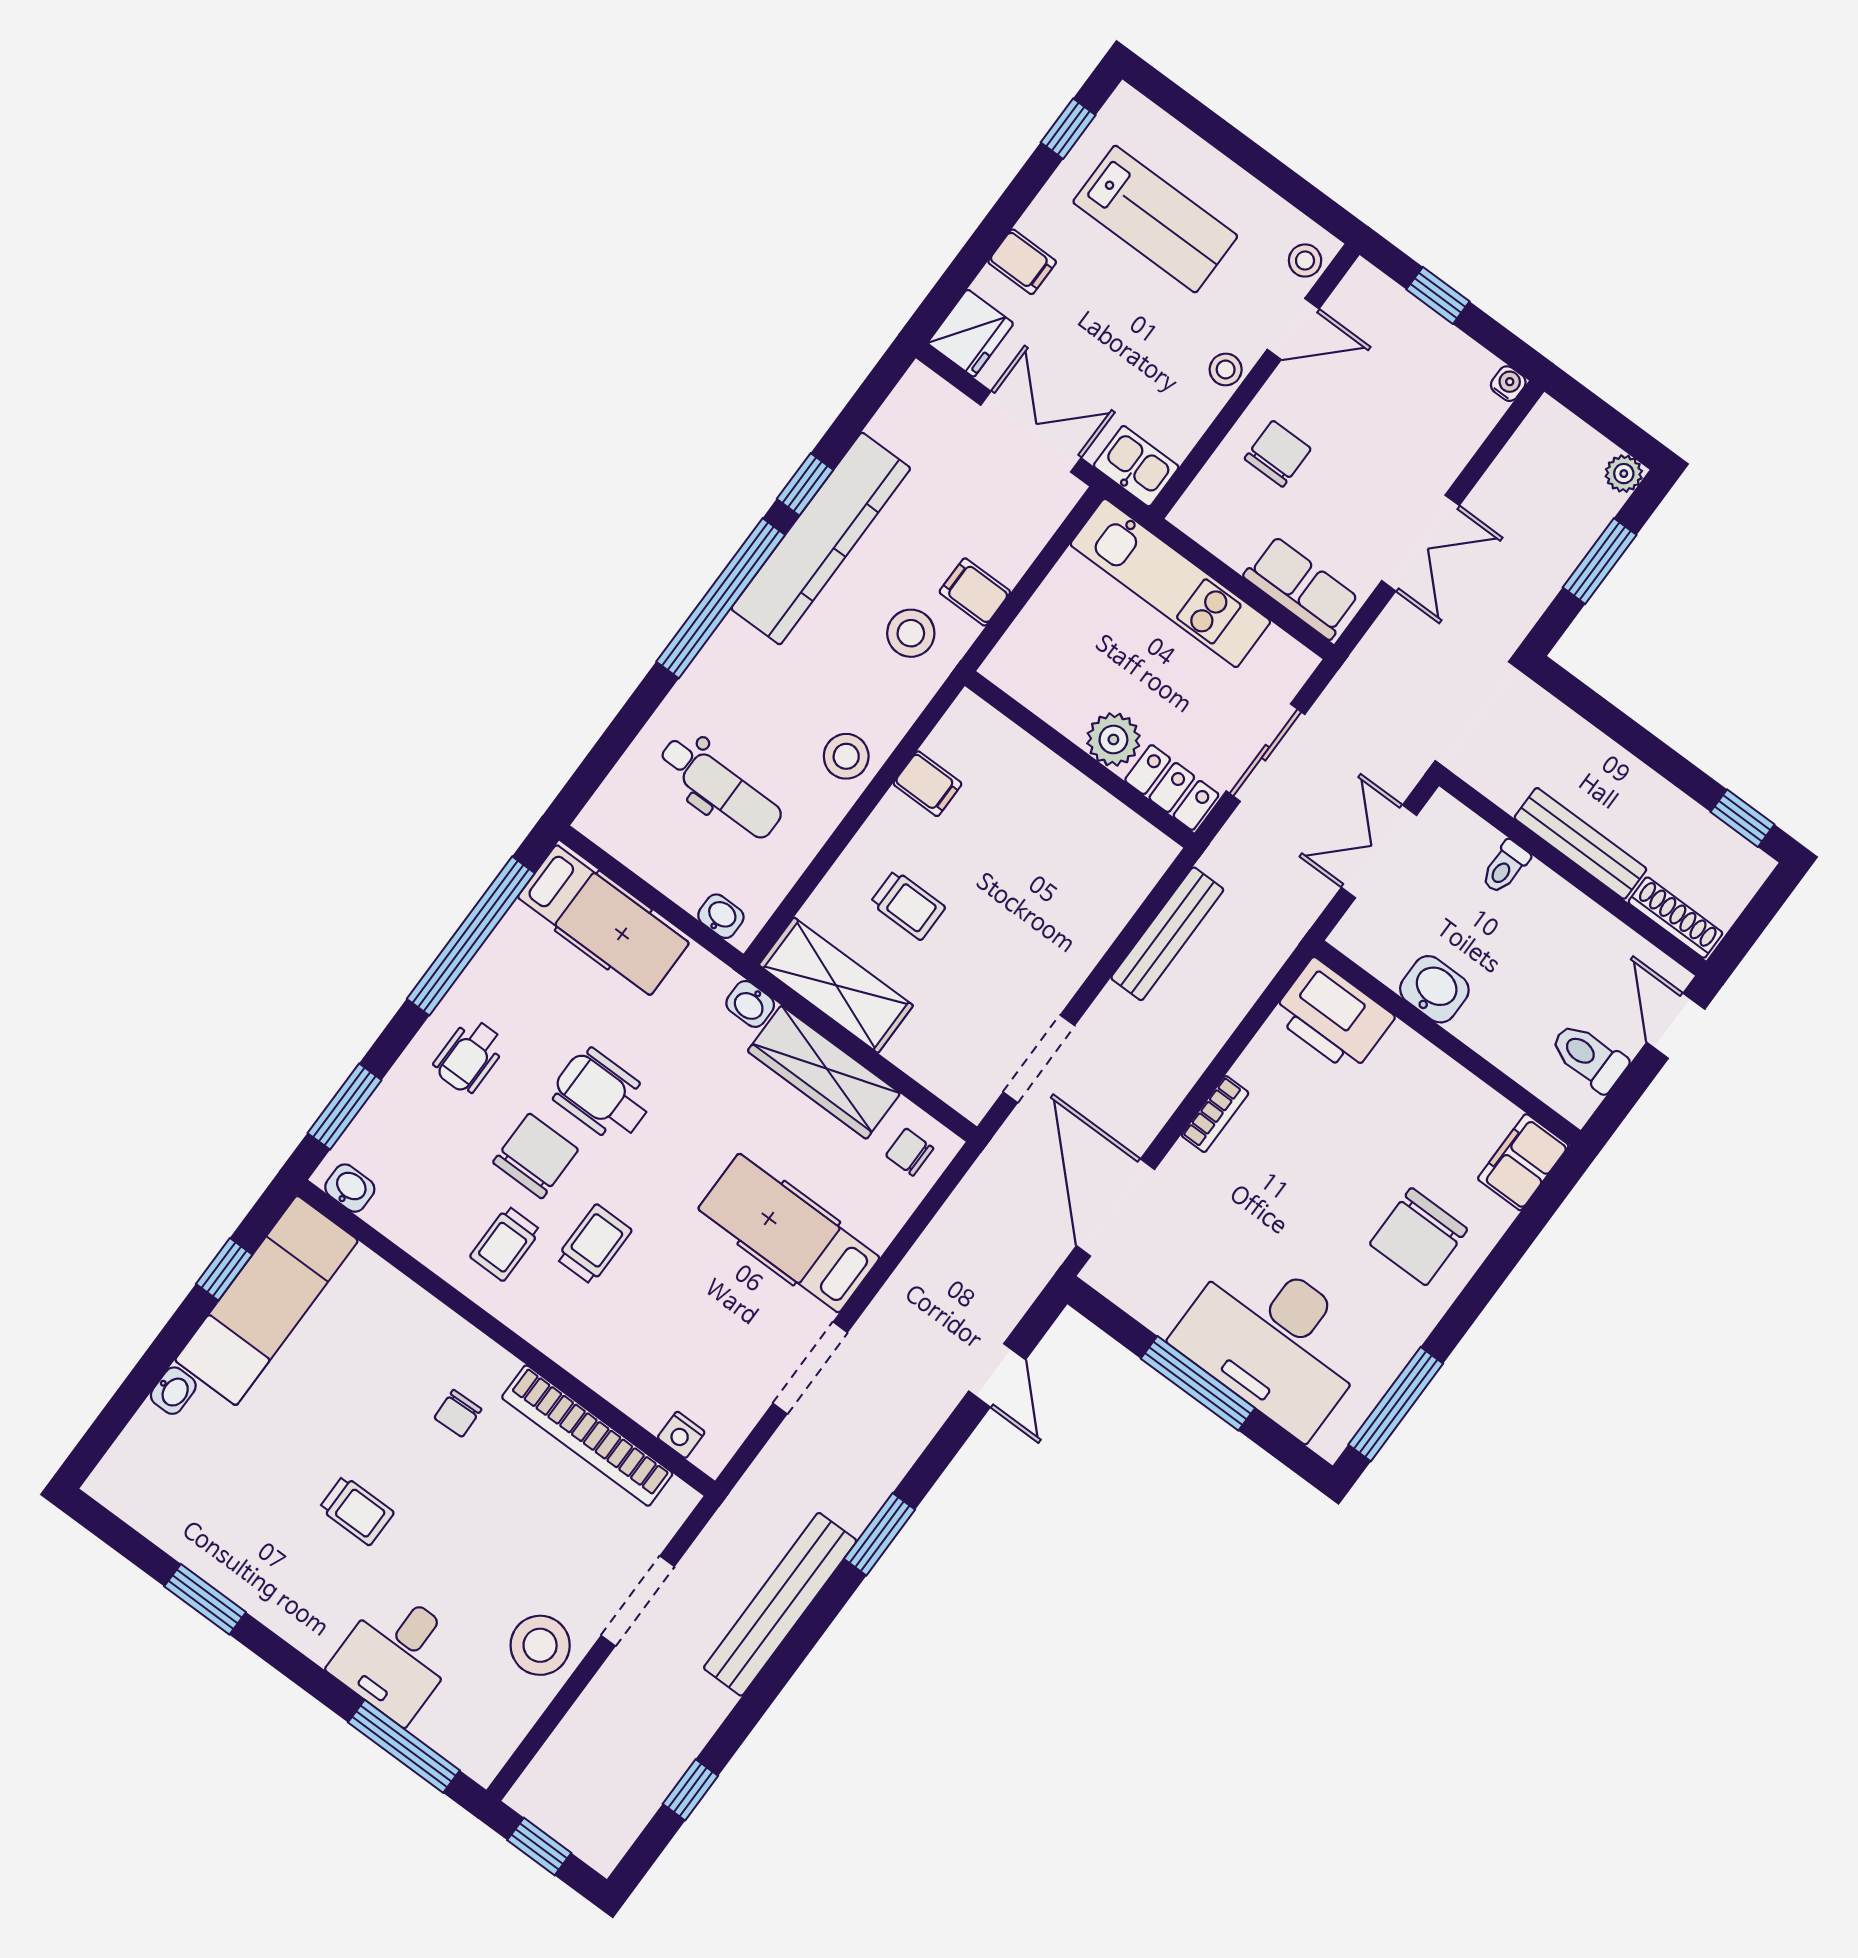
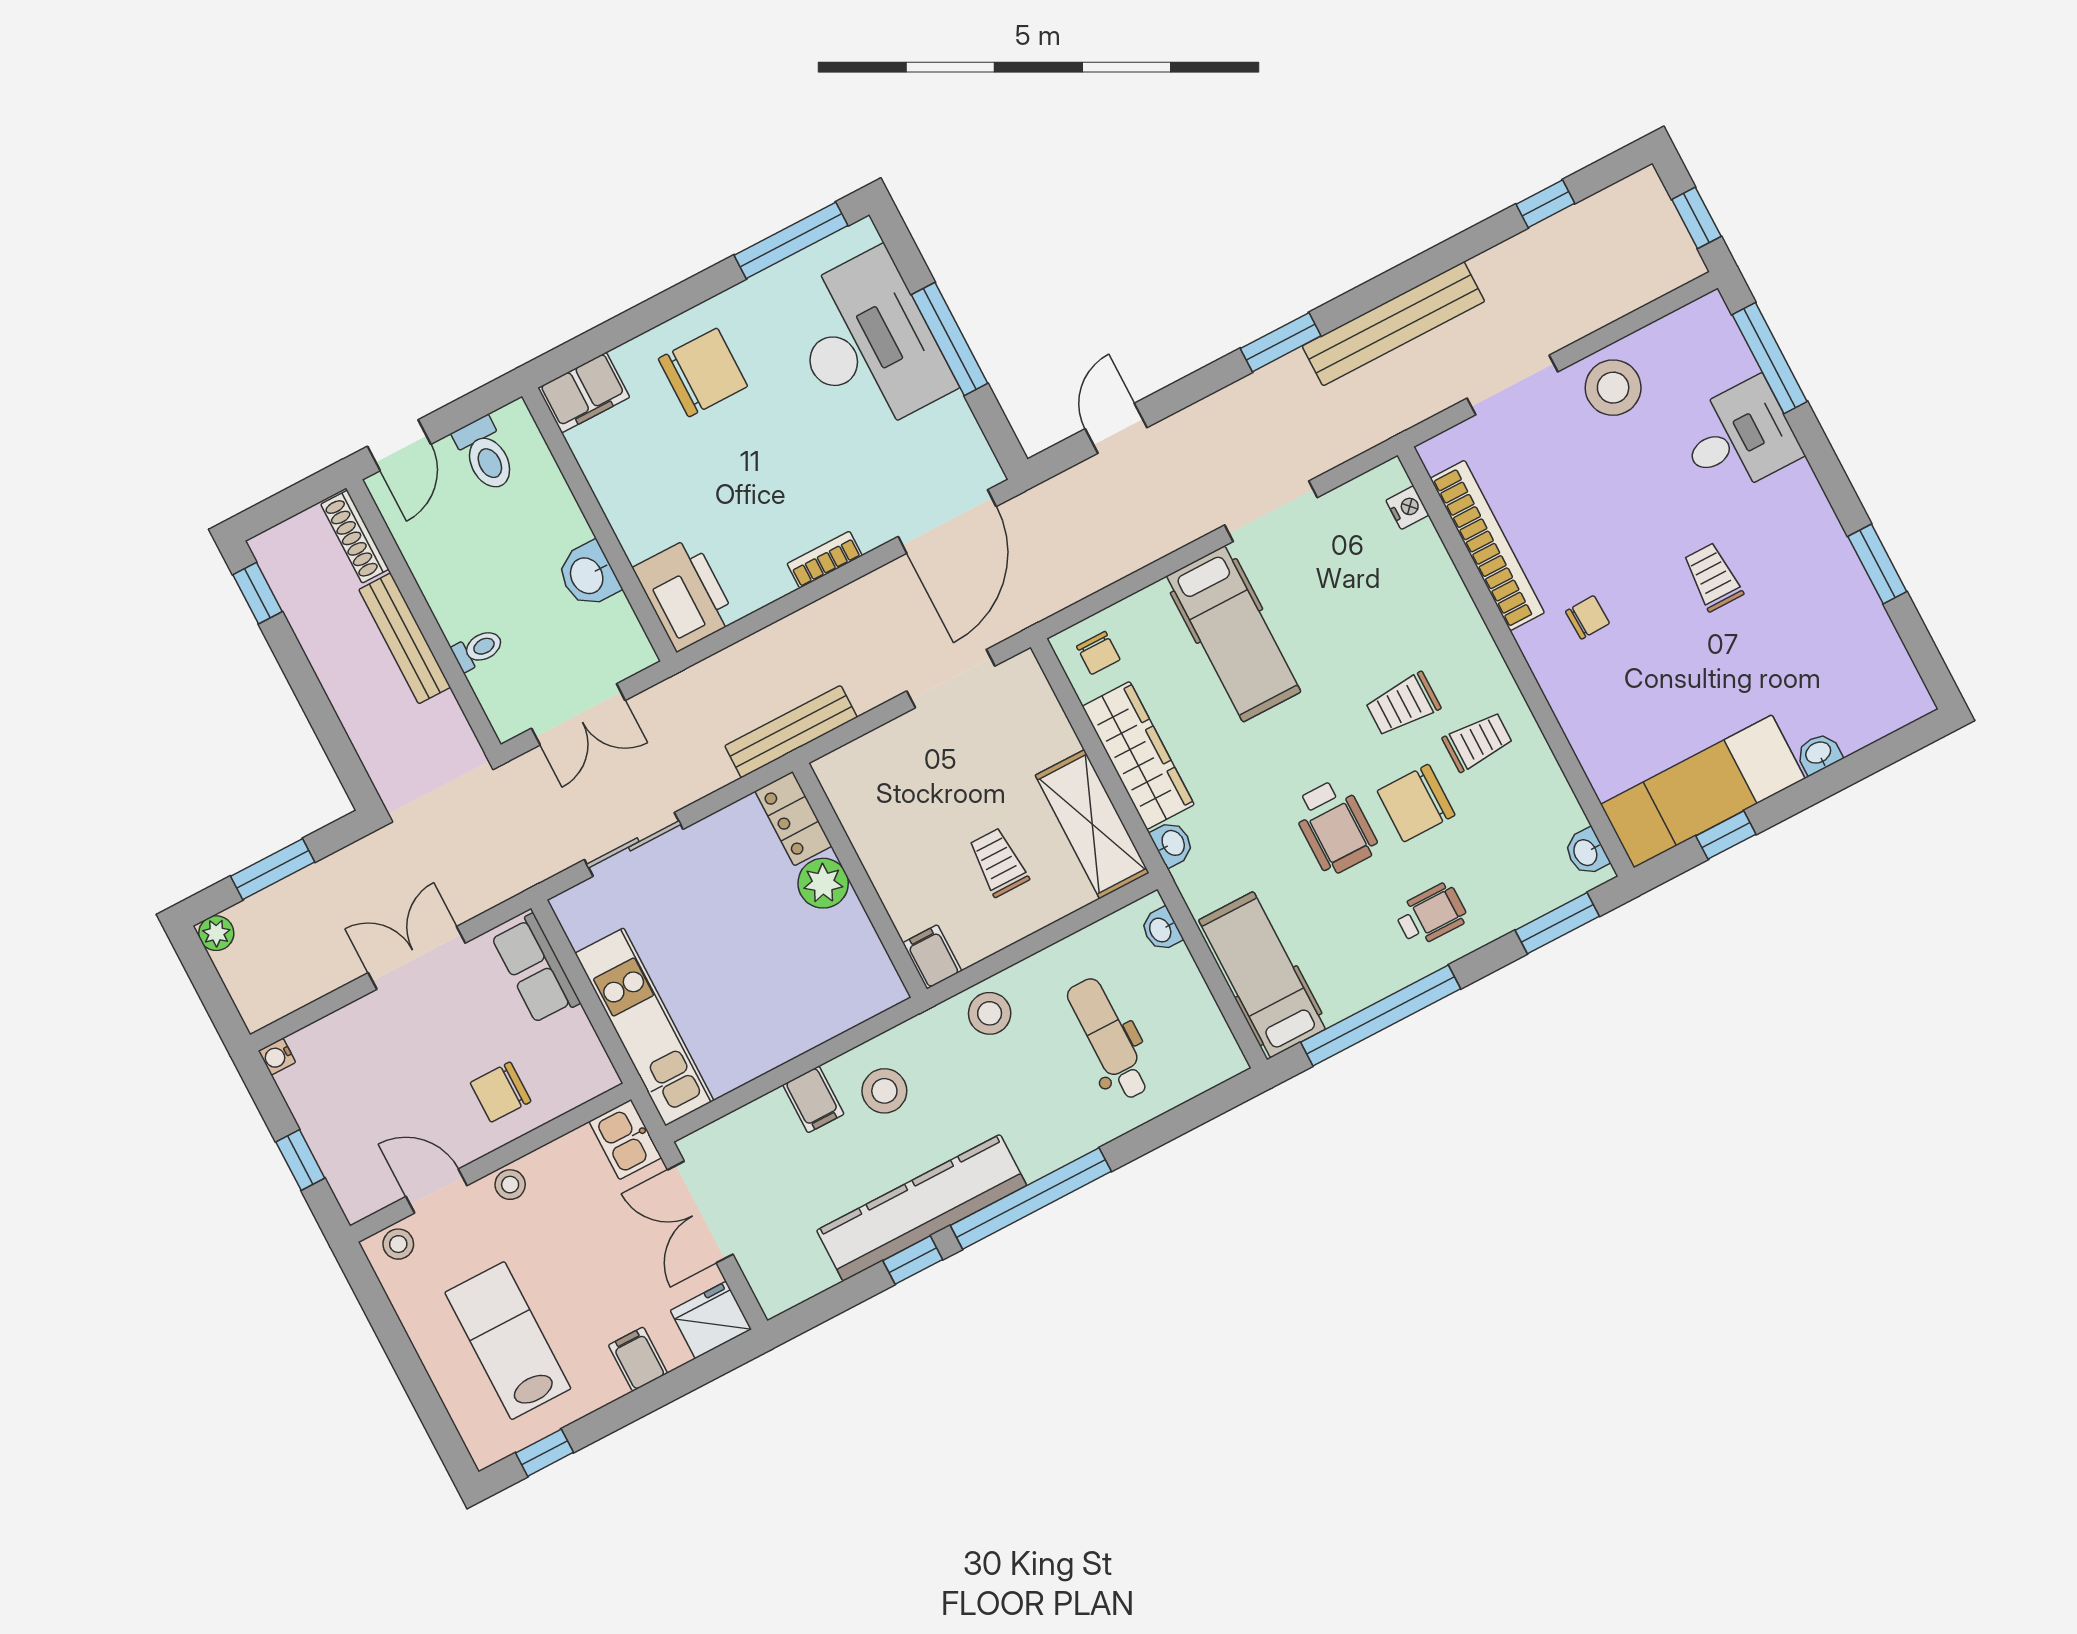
plant: (1113, 739) -> (823, 883), moved
wall: (1080, 759) -> (860, 880), moved
locker: (1172, 787) -> (793, 819), moved

